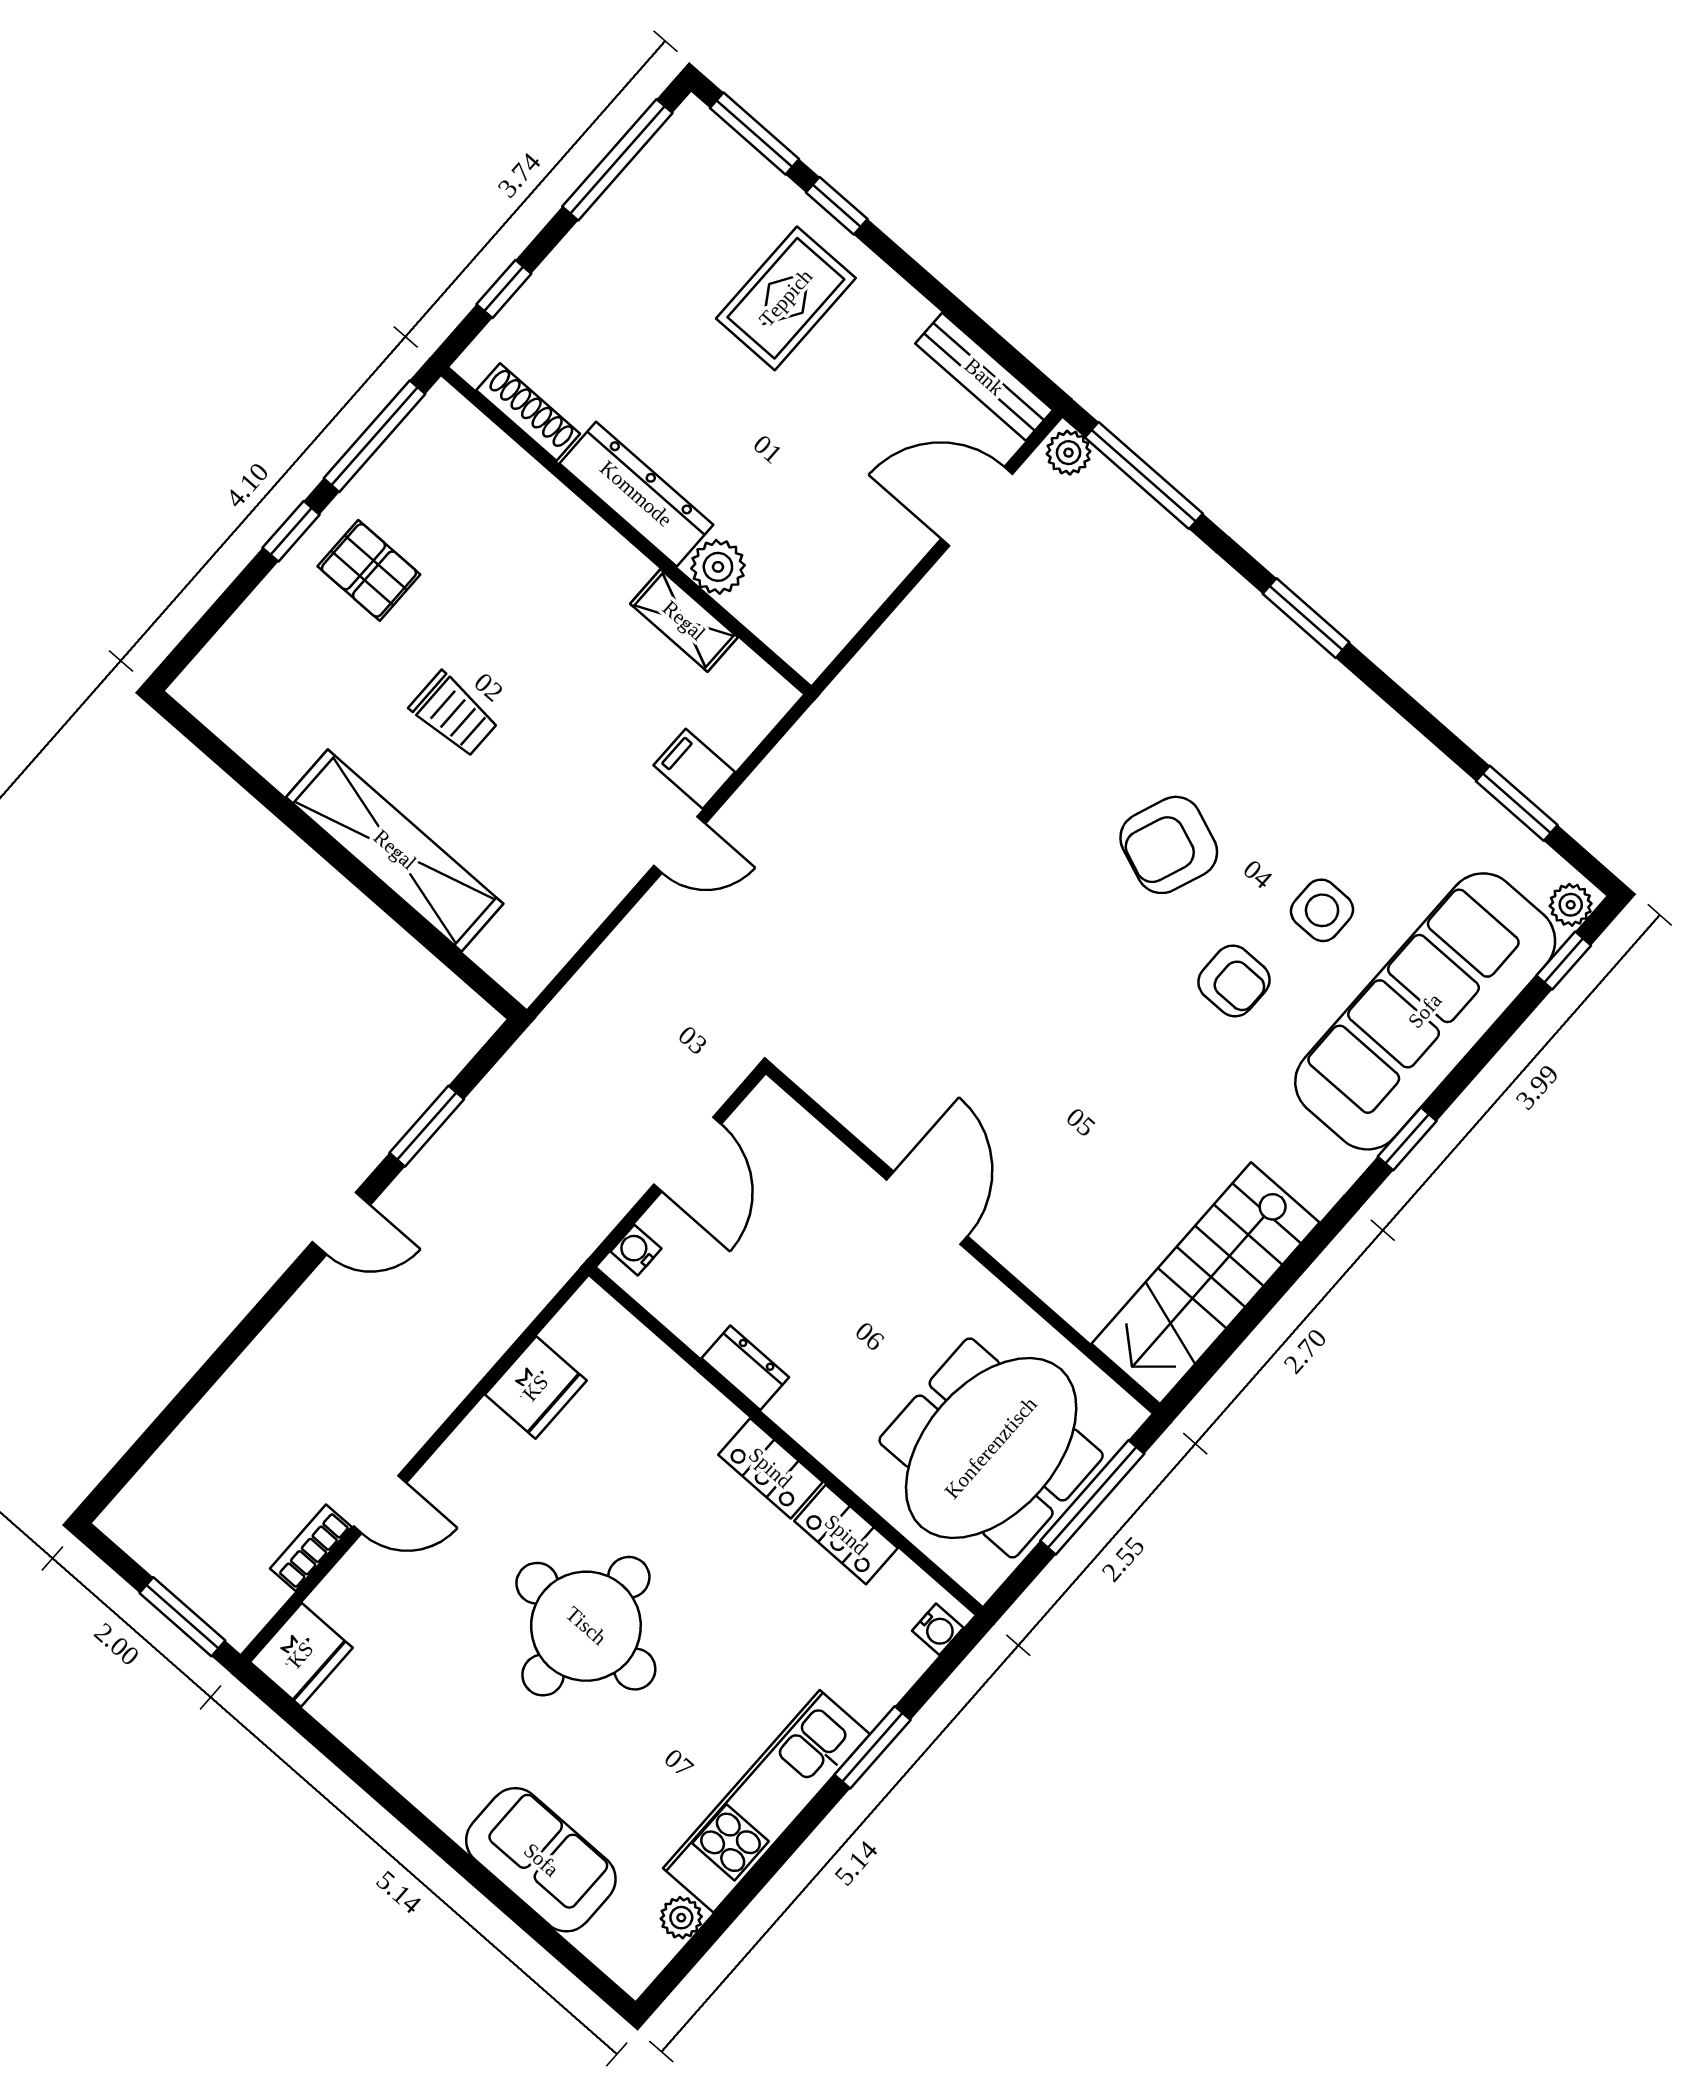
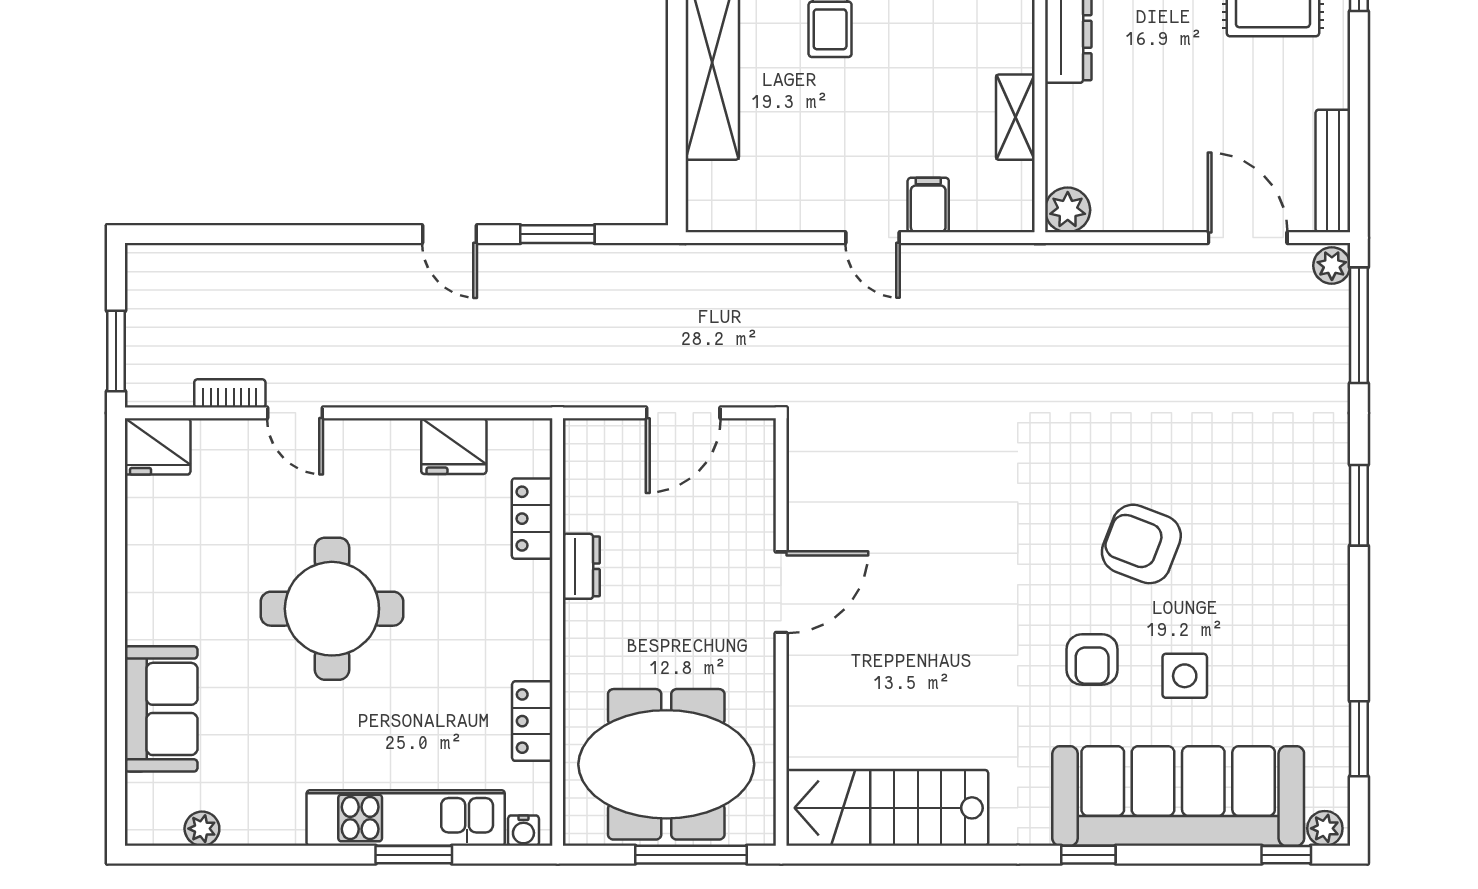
plant: (718, 567) -> (1068, 210), moved
water cooler: (636, 1250) -> (595, 433), removed
locker: (770, 1468) -> (532, 519), moved
kitchen unit: (767, 1801) -> (406, 818), moved

